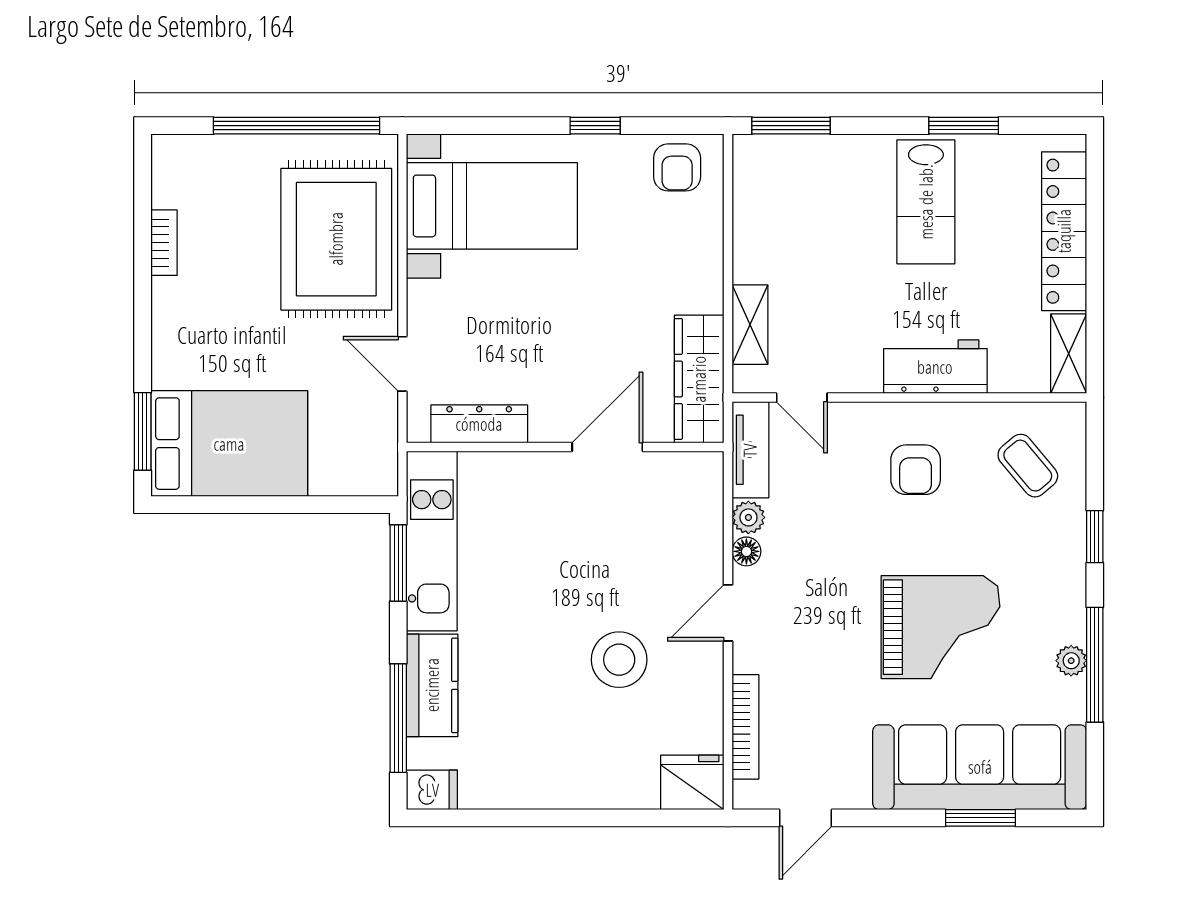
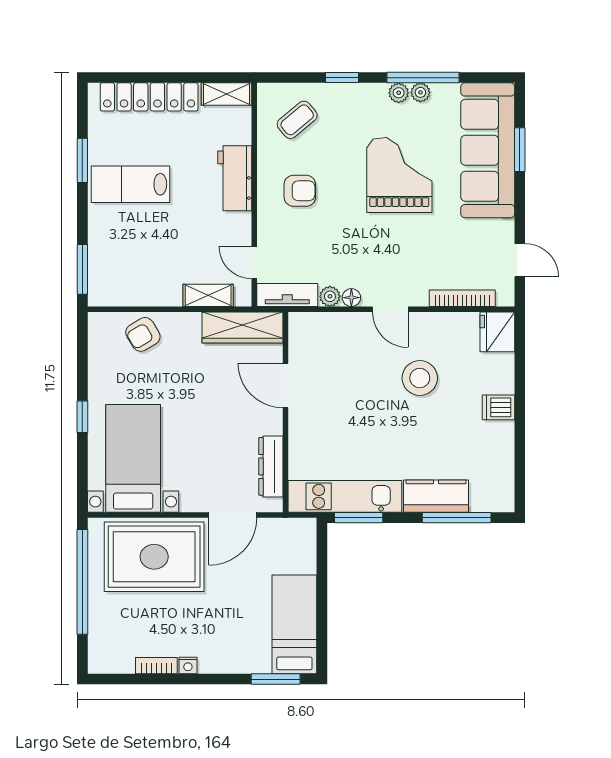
window: (595, 126) -> (82, 417), moved
armchair: (677, 167) -> (143, 334), moved, turned 149
lab bench: (926, 202) -> (131, 184), turned 180
nightstand: (164, 293) -> (188, 665), added
door: (402, 364) -> (233, 515), width x1.38
door: (802, 398) -> (254, 263), swing flipped
bed: (229, 444) -> (294, 624), width x0.67
plant: (1071, 626) -> (399, 93), added
dishwasher: (432, 790) -> (498, 407), moved, turned -90

